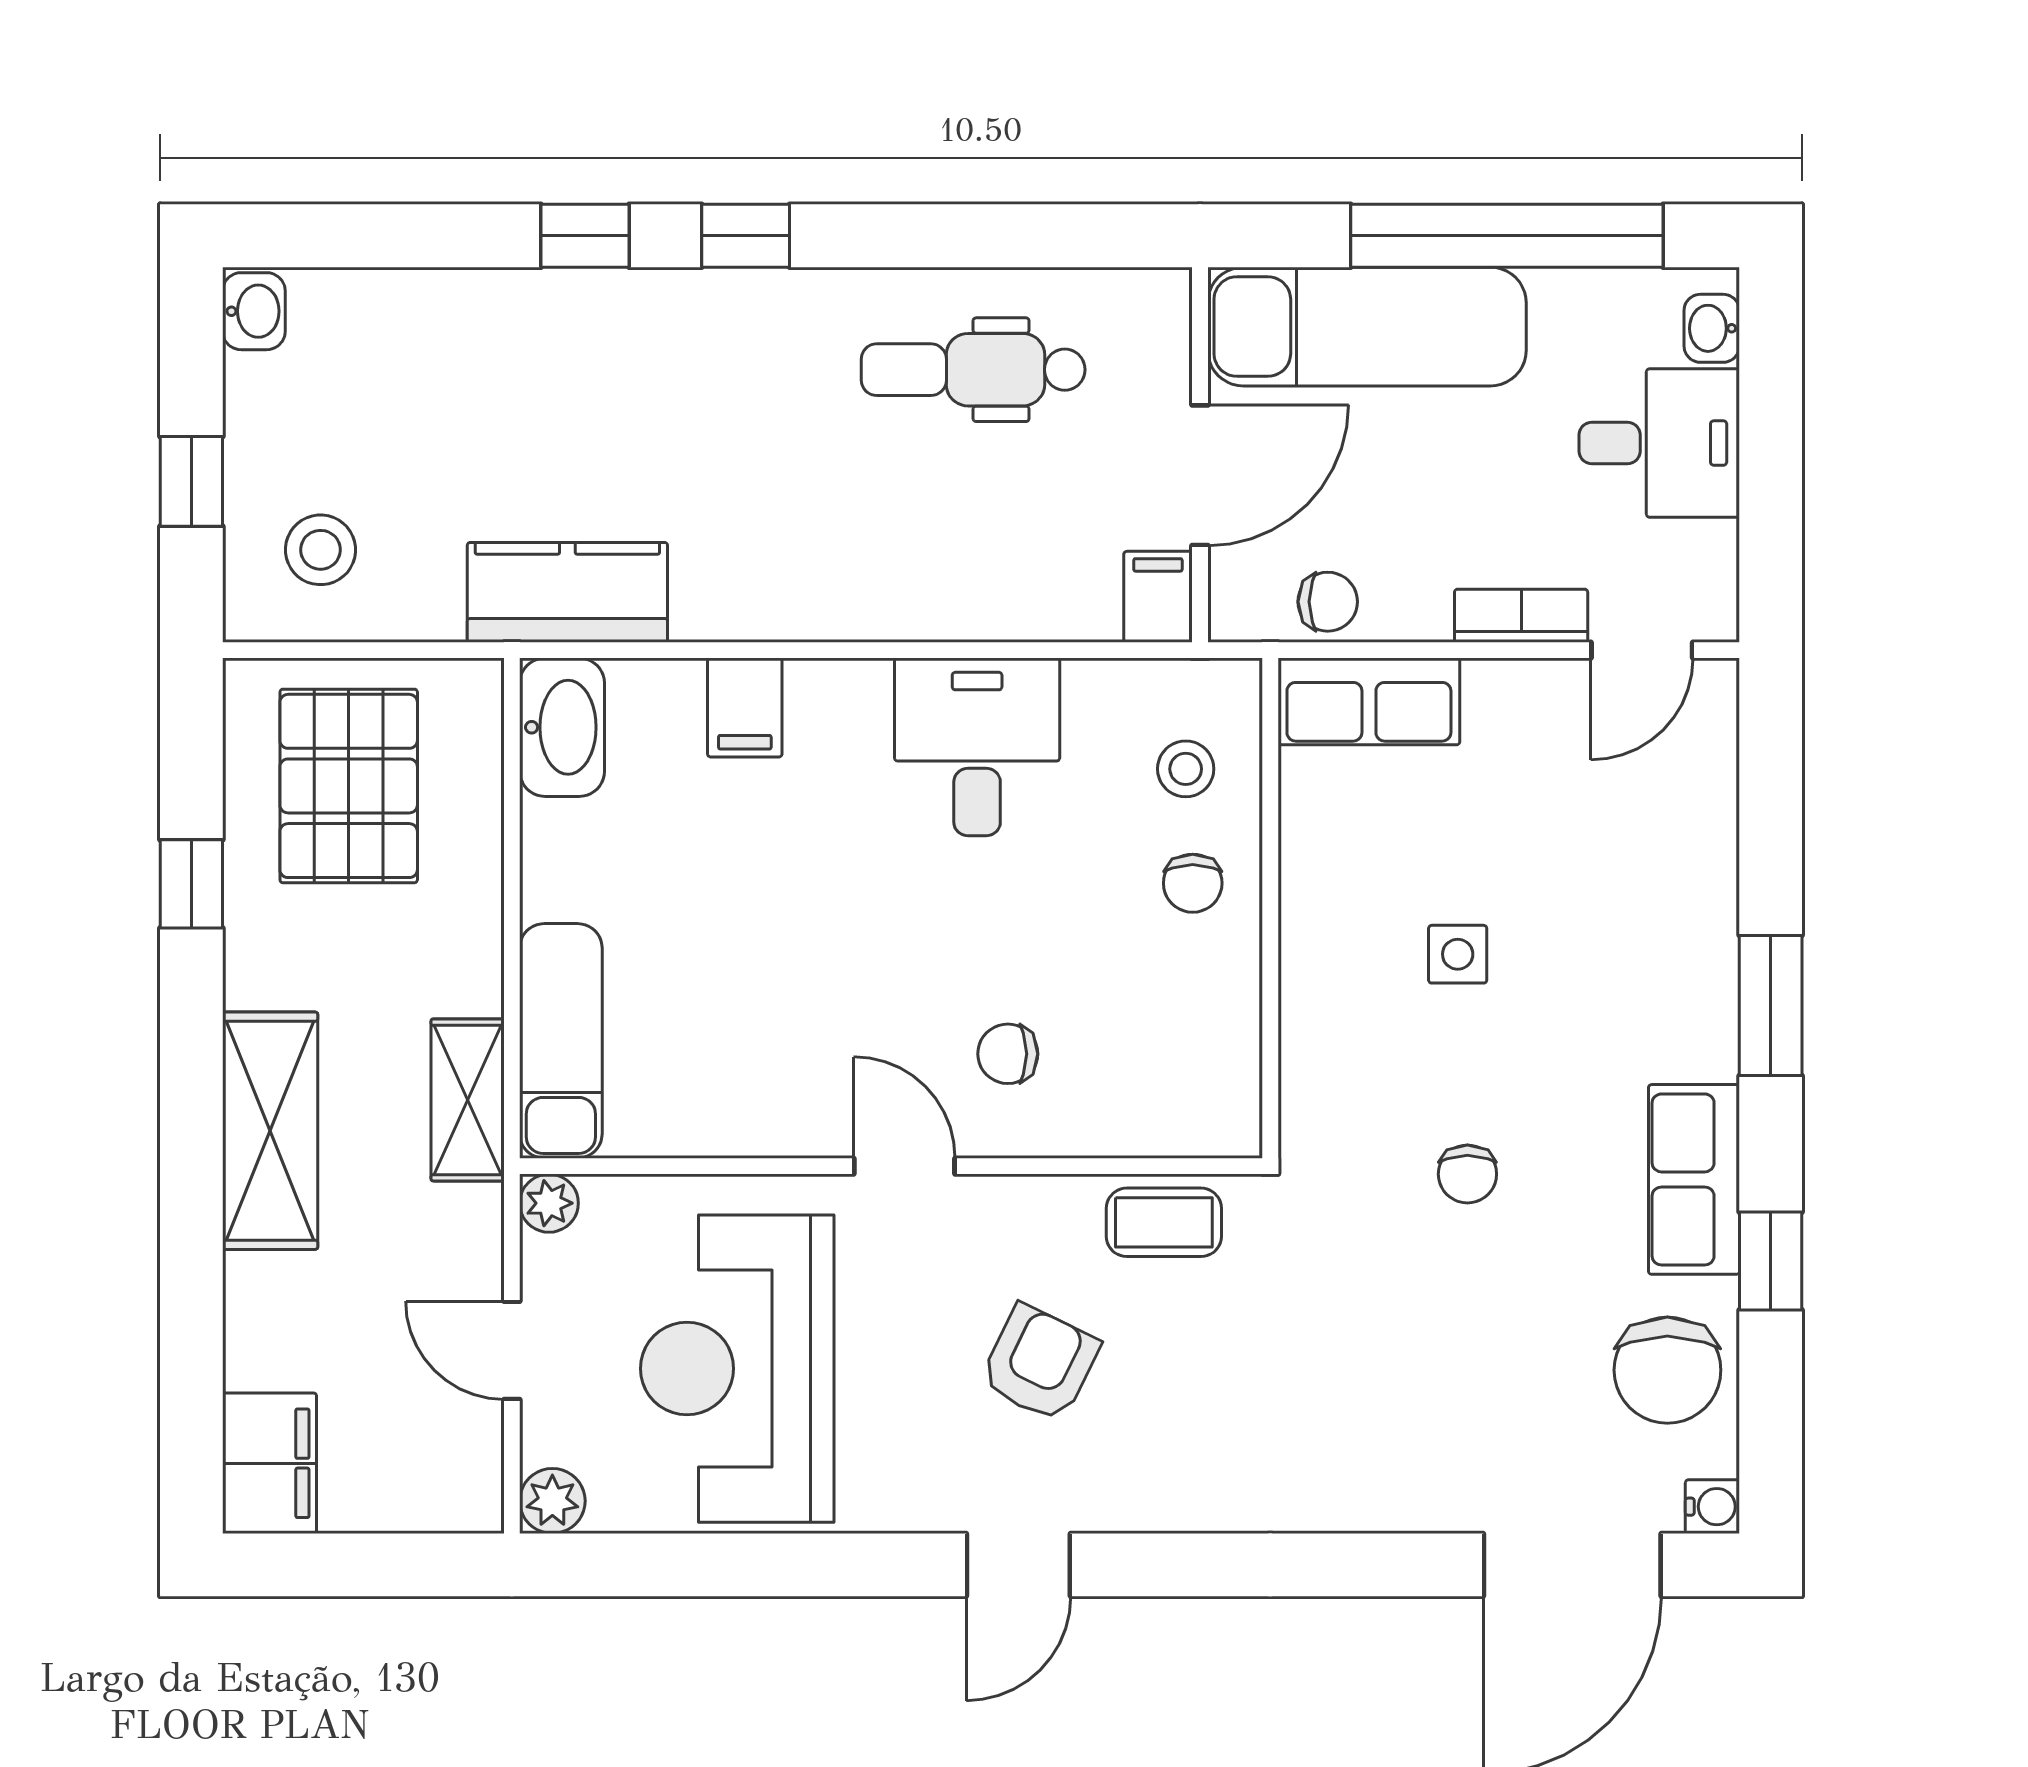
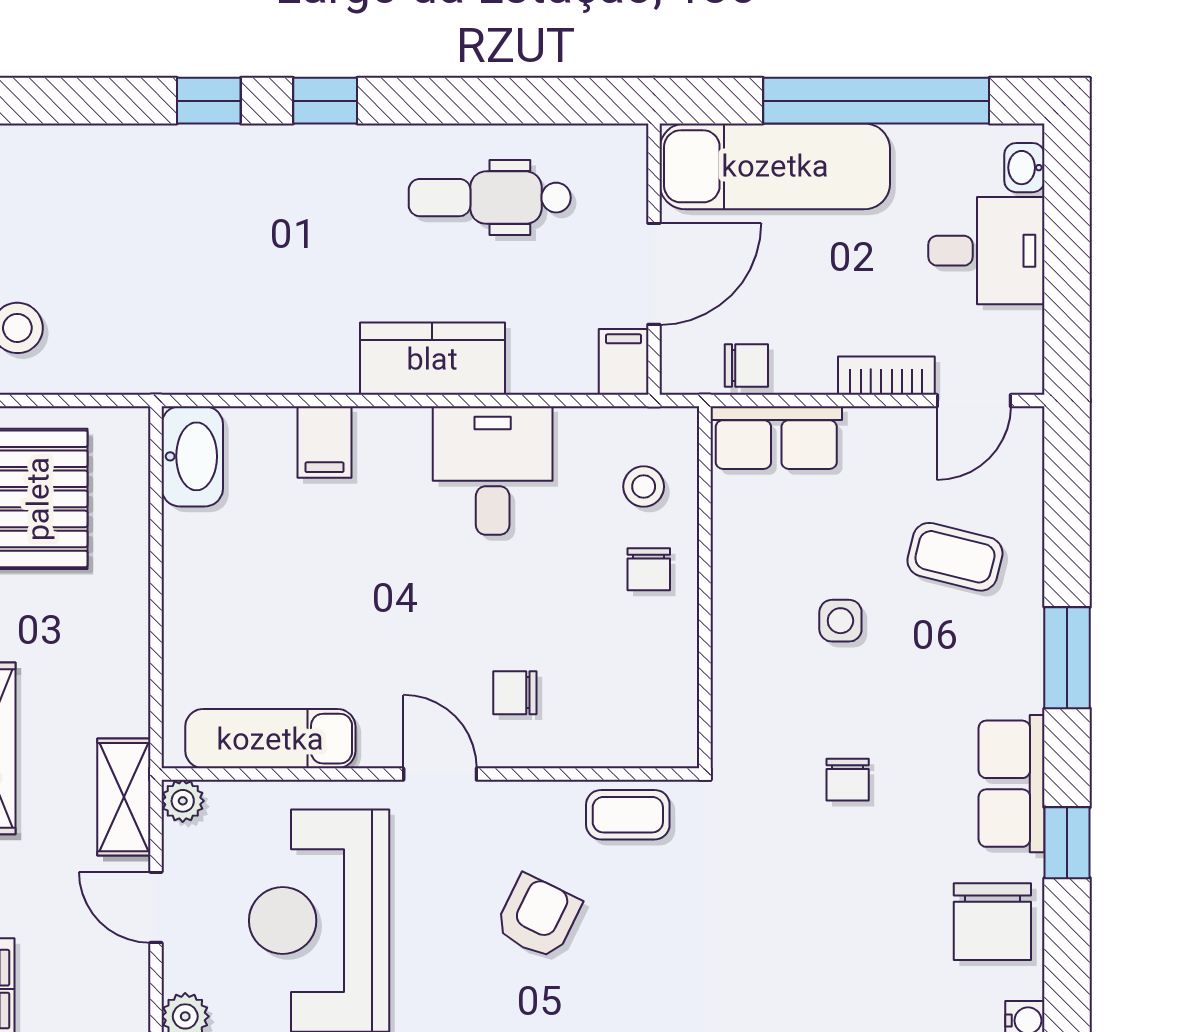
kitchen counter: (567, 592) -> (432, 359), moved
coffee table: (1616, 866) -> (955, 557), added
exam couch: (561, 1041) -> (270, 739), moved, turned -90
shelving: (468, 1100) -> (124, 797), moved

